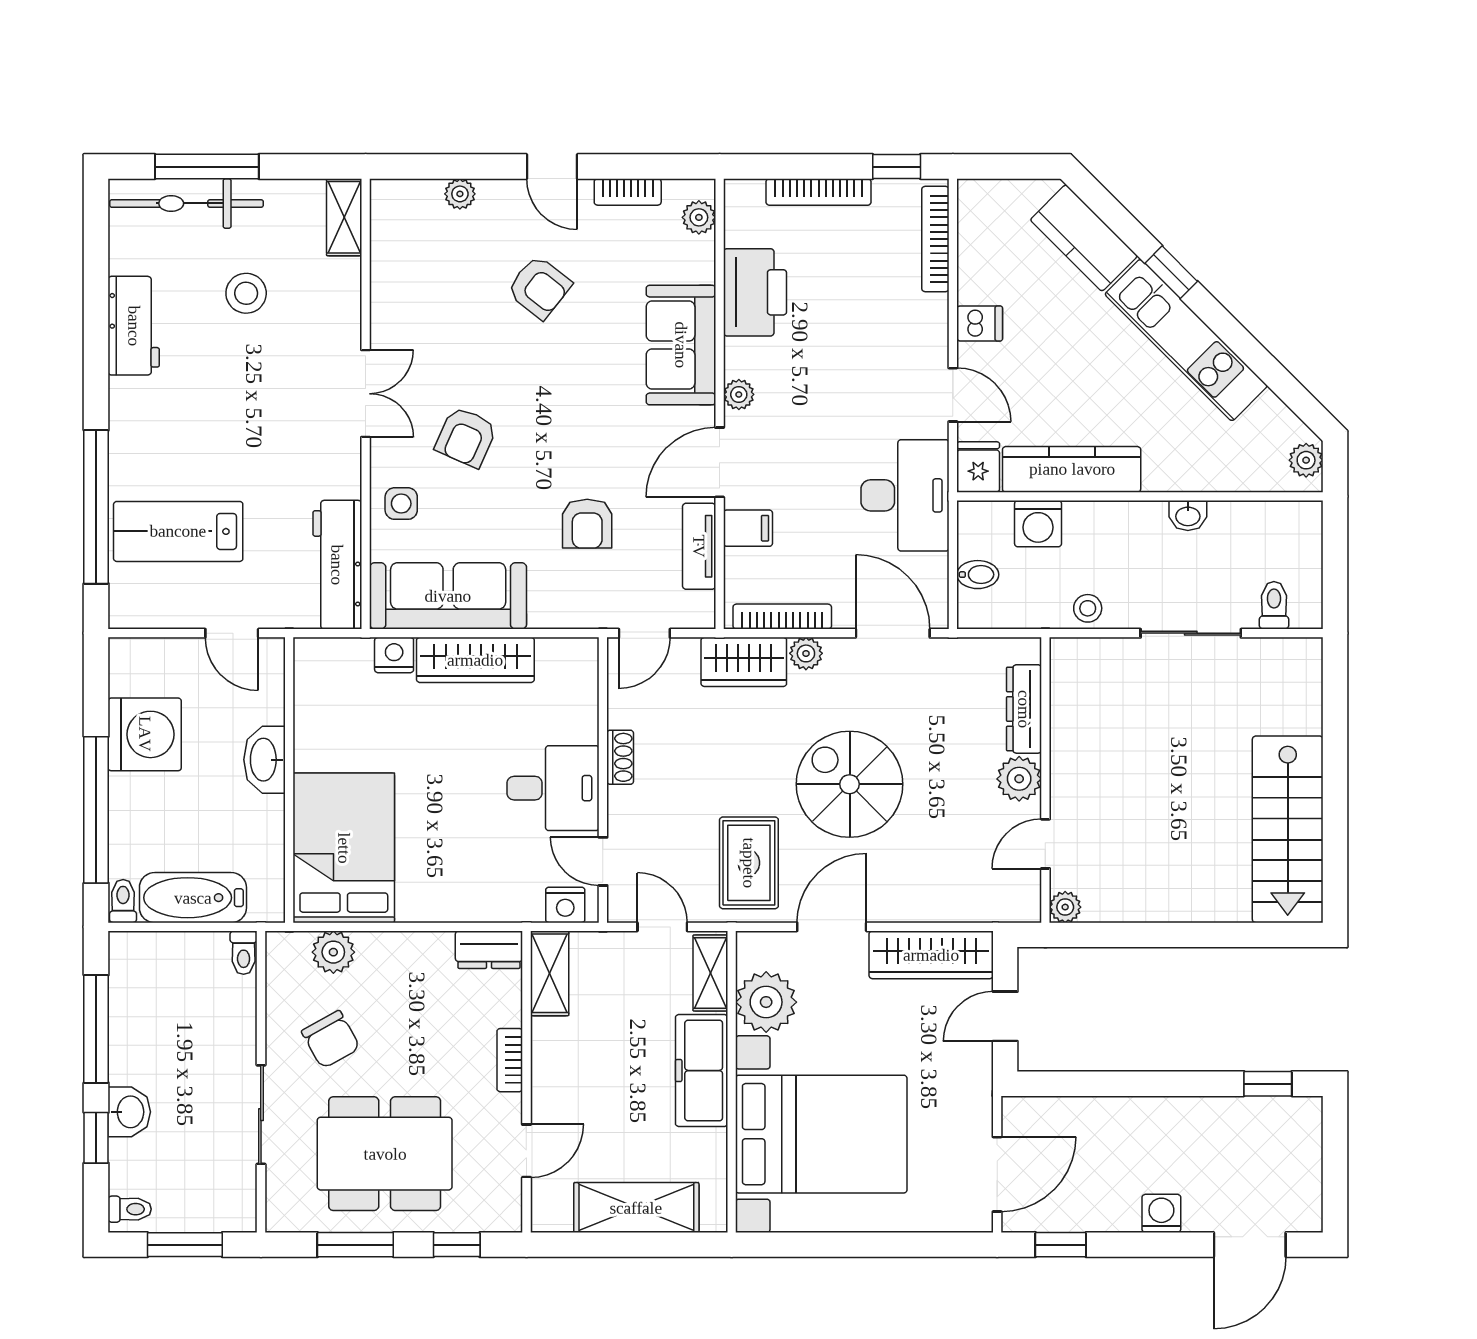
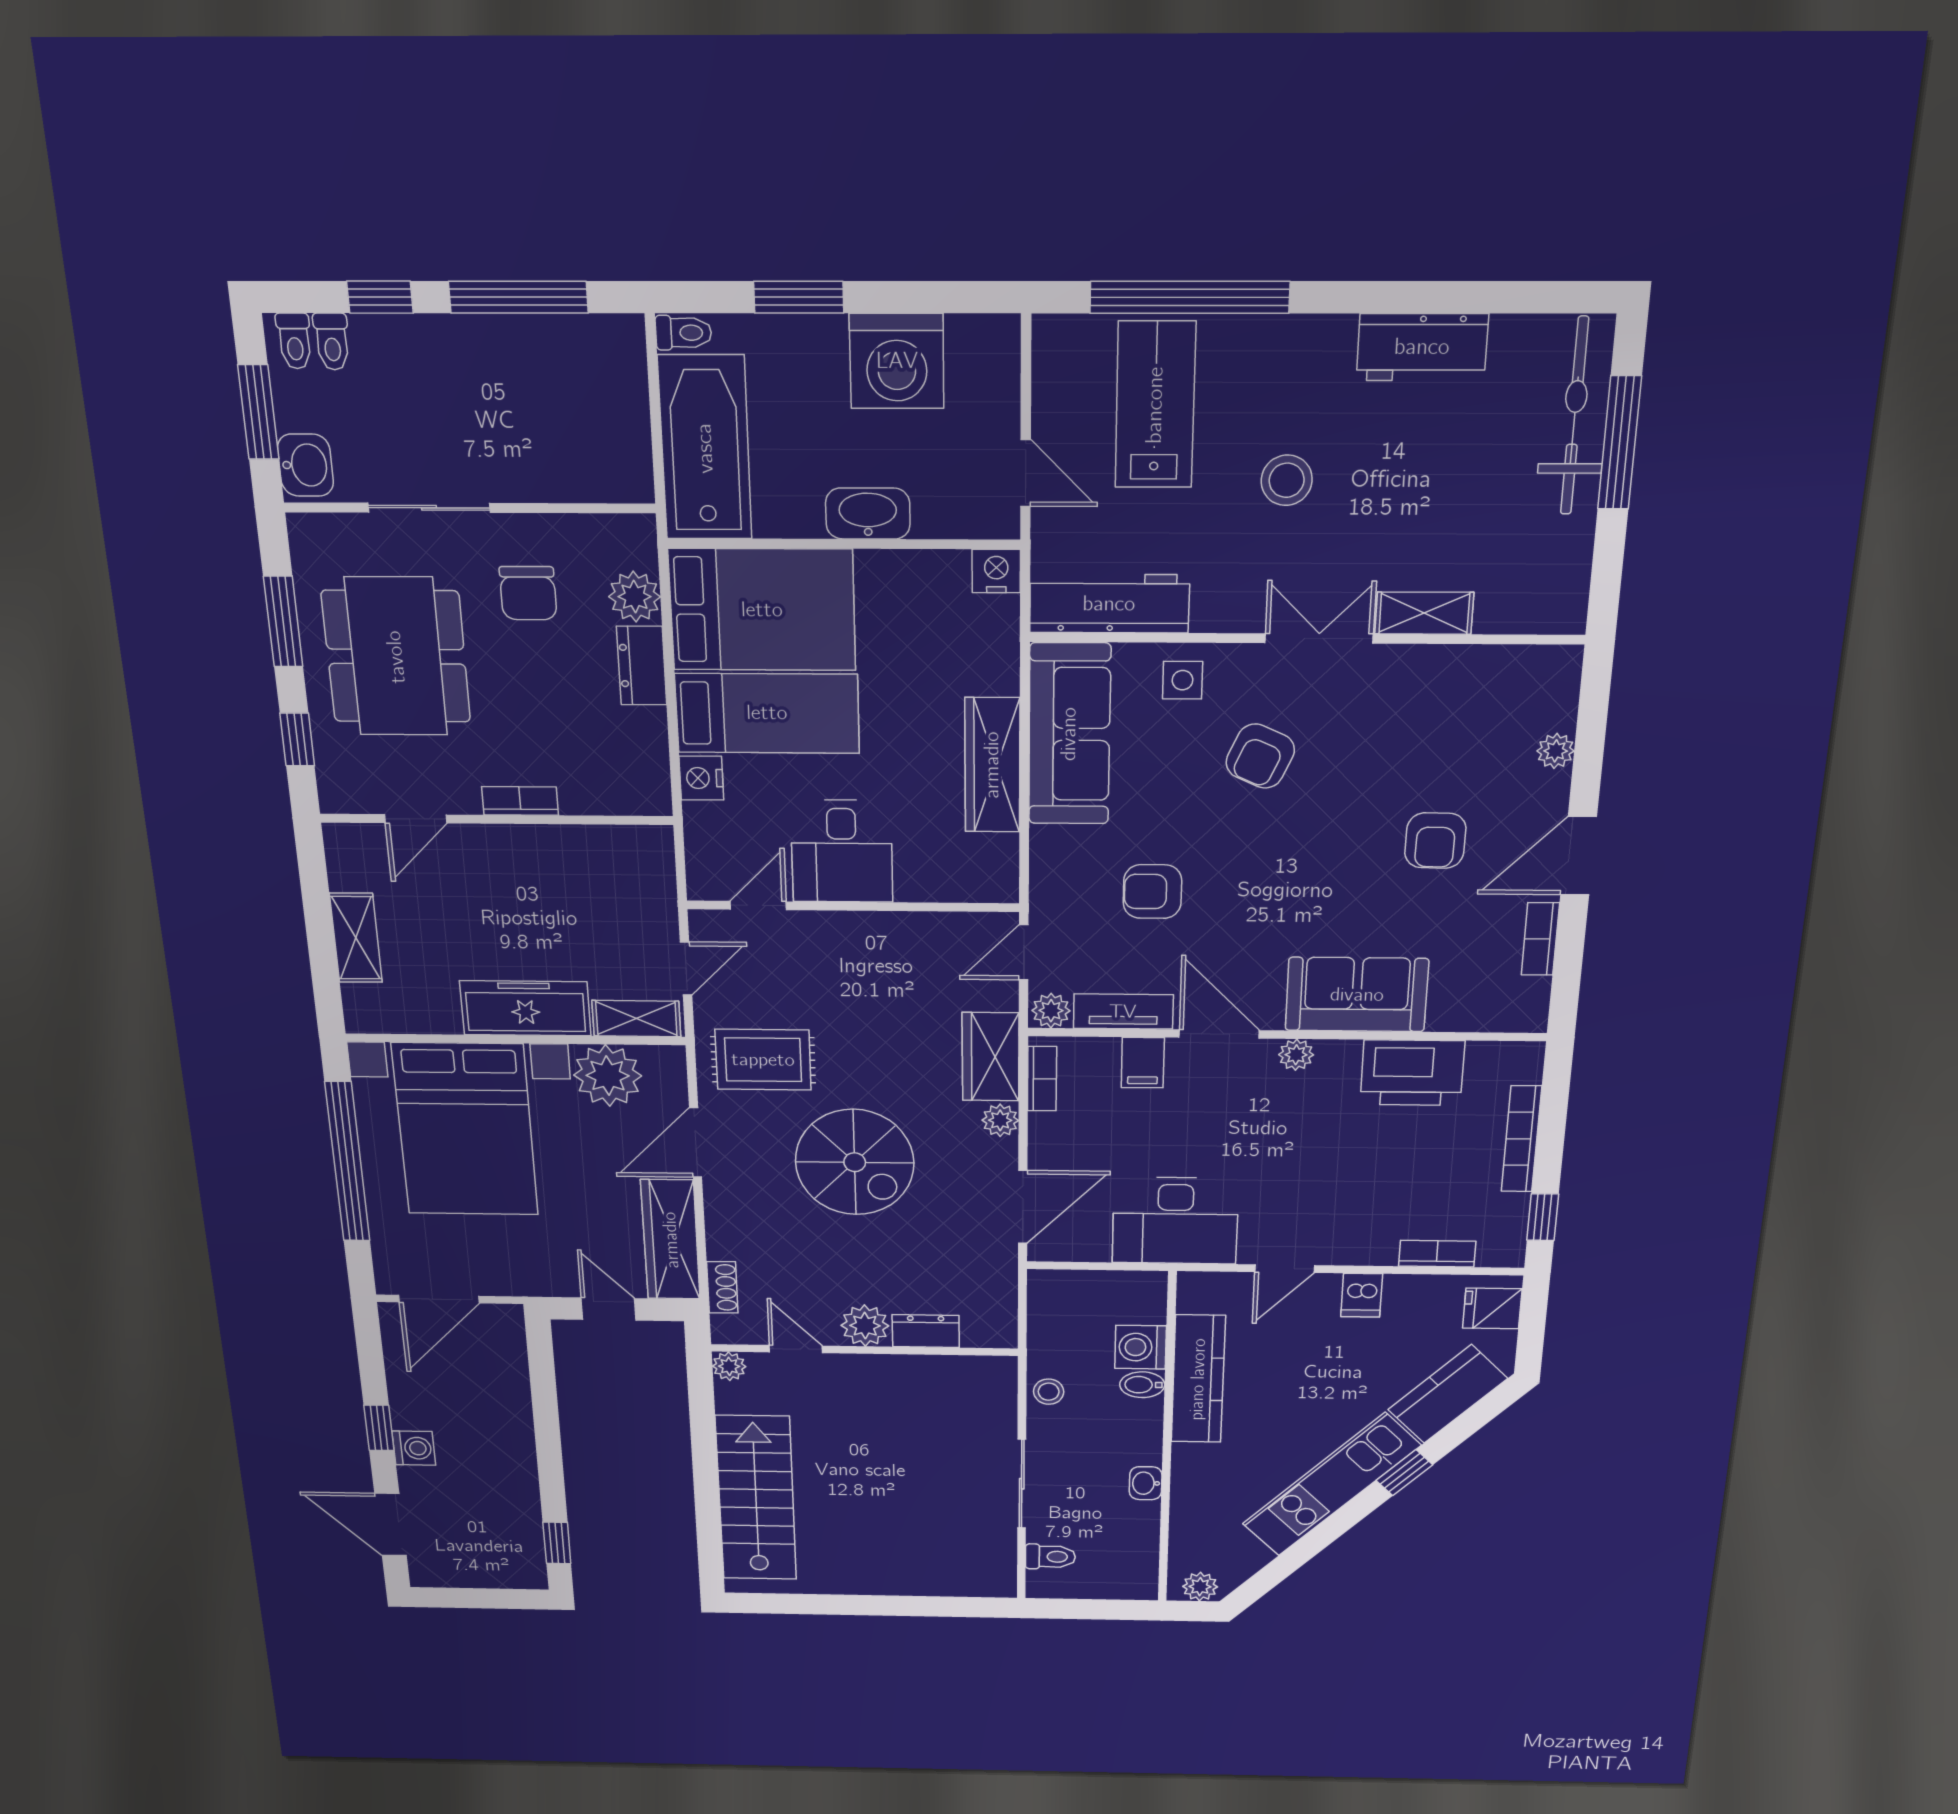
door: (552, 167) -> (1579, 856), width x1.38
shelving: (344, 217) -> (1424, 613), moved
plant: (699, 217) -> (1051, 1011), moved
bookcase: (935, 239) -> (1437, 1254), width x0.64
armchair: (539, 287) -> (1435, 841), turned -37
stool: (246, 293) -> (1287, 480), moved
double door: (366, 394) -> (1319, 638), swing flipped
armchair: (466, 437) -> (1260, 756), turned -90
fridge: (978, 467) -> (1492, 1309), moved, turned 180
bidet: (978, 575) -> (1142, 1385), moved, turned 90
bookcase: (782, 617) -> (1042, 1079), width x0.64
door: (232, 633) -> (1026, 473), swing flipped
door: (644, 633) -> (1024, 952), hinge flipped
nightstand: (394, 655) -> (996, 571), moved, turned -90
dresser: (1024, 709) -> (926, 1331), width x0.70
shoe rack: (620, 757) -> (722, 1287), moved, turned -90
spiral stairs: (850, 784) -> (855, 1162), turned 90
window: (96, 810) -> (799, 297), width x0.47
stairs: (1288, 829) -> (756, 1498), moved, turned 90
bed: (432, 847) -> (767, 713), added
bathtub: (193, 898) -> (705, 448), width x1.36, depth x1.36
nightstand: (565, 905) -> (701, 778), moved
door: (832, 927) -> (696, 1143), swing flipped
dresser: (489, 950) -> (642, 666), moved
toilet: (244, 953) -> (332, 342), moved, turned -90
shelving: (550, 973) -> (625, 846), removed
chair: (331, 1039) -> (528, 593), turned -61
washbasin: (129, 1112) -> (305, 465), moved, turned -90
door: (526, 1151) -> (416, 819), hinge flipped
door: (997, 1174) -> (439, 1299), hinge flipped
shelving: (636, 1208) -> (356, 938), width x0.67, depth x0.75
window: (855, 1245) -> (347, 1162), added
window: (1061, 1245) -> (379, 1428), moved

